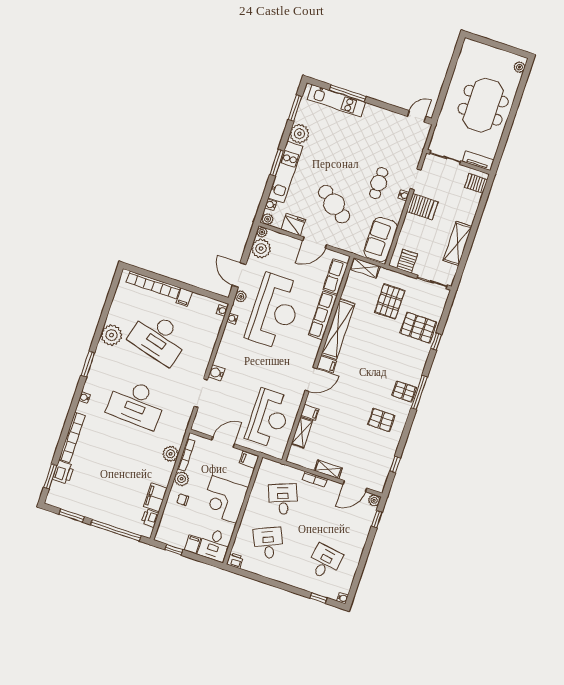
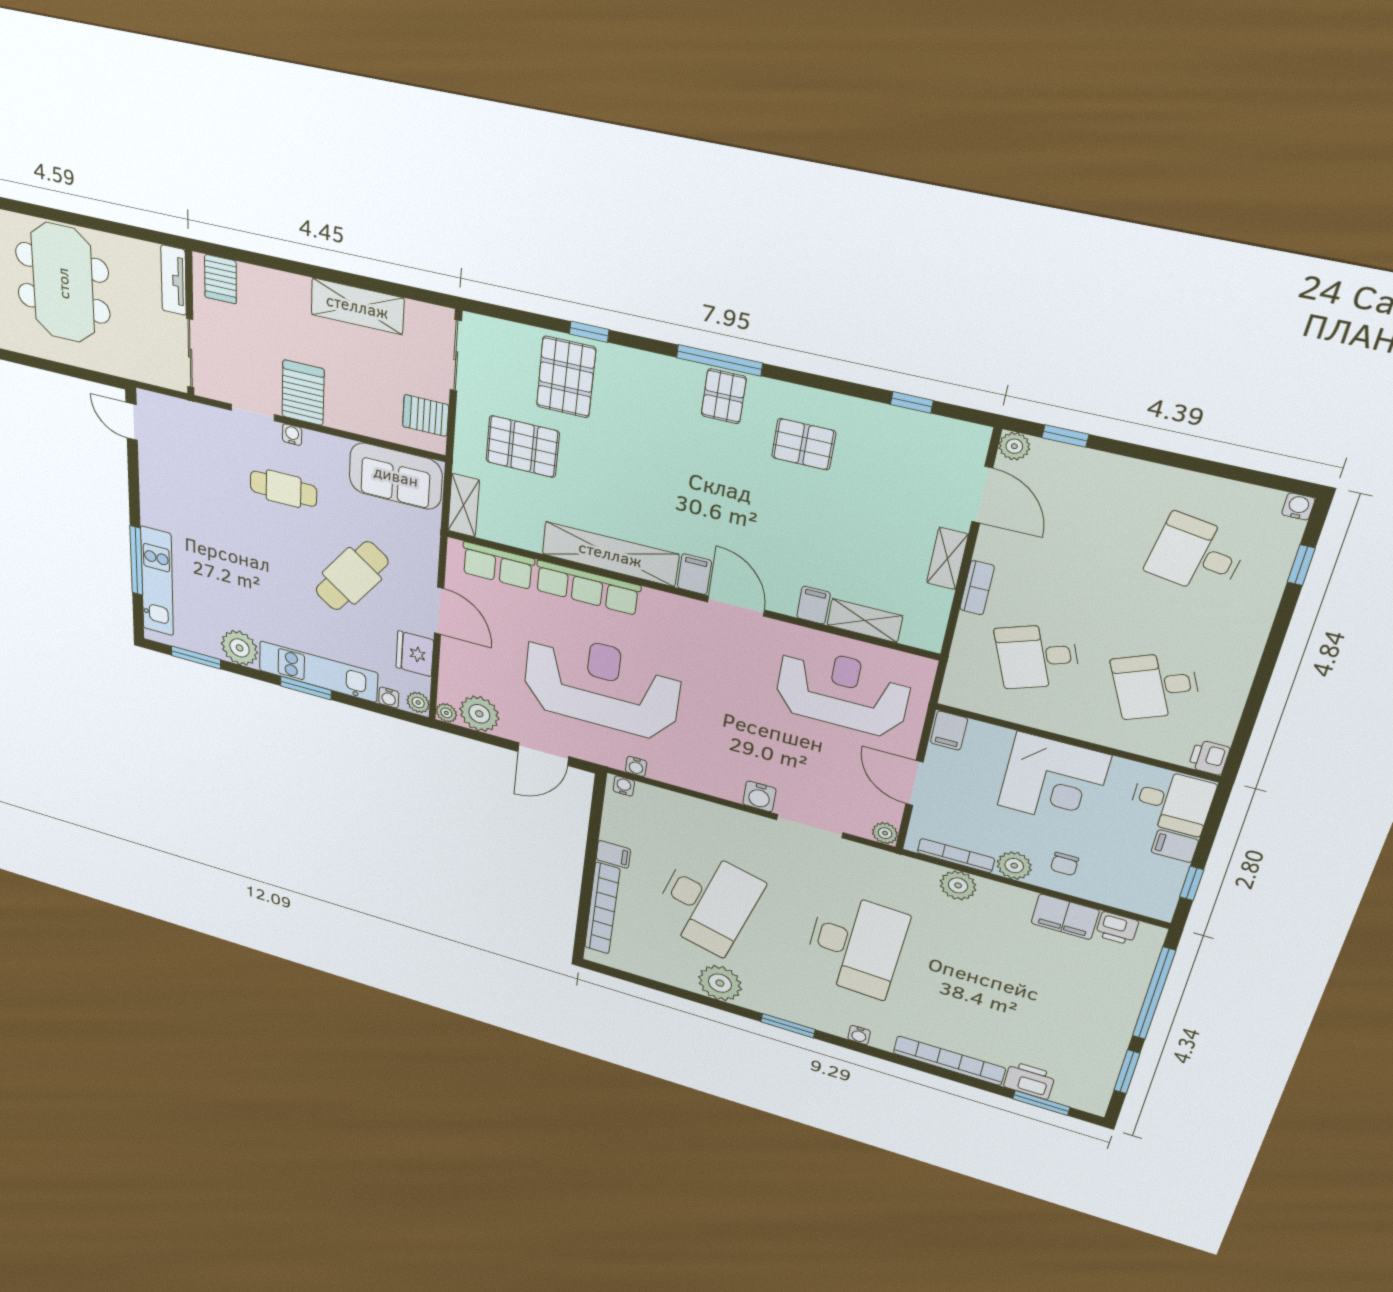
meeting table: (483, 105) -> (63, 283), turned 90
plant: (241, 296) -> (885, 833), moved
pallet: (381, 420) -> (804, 444), turned 90

